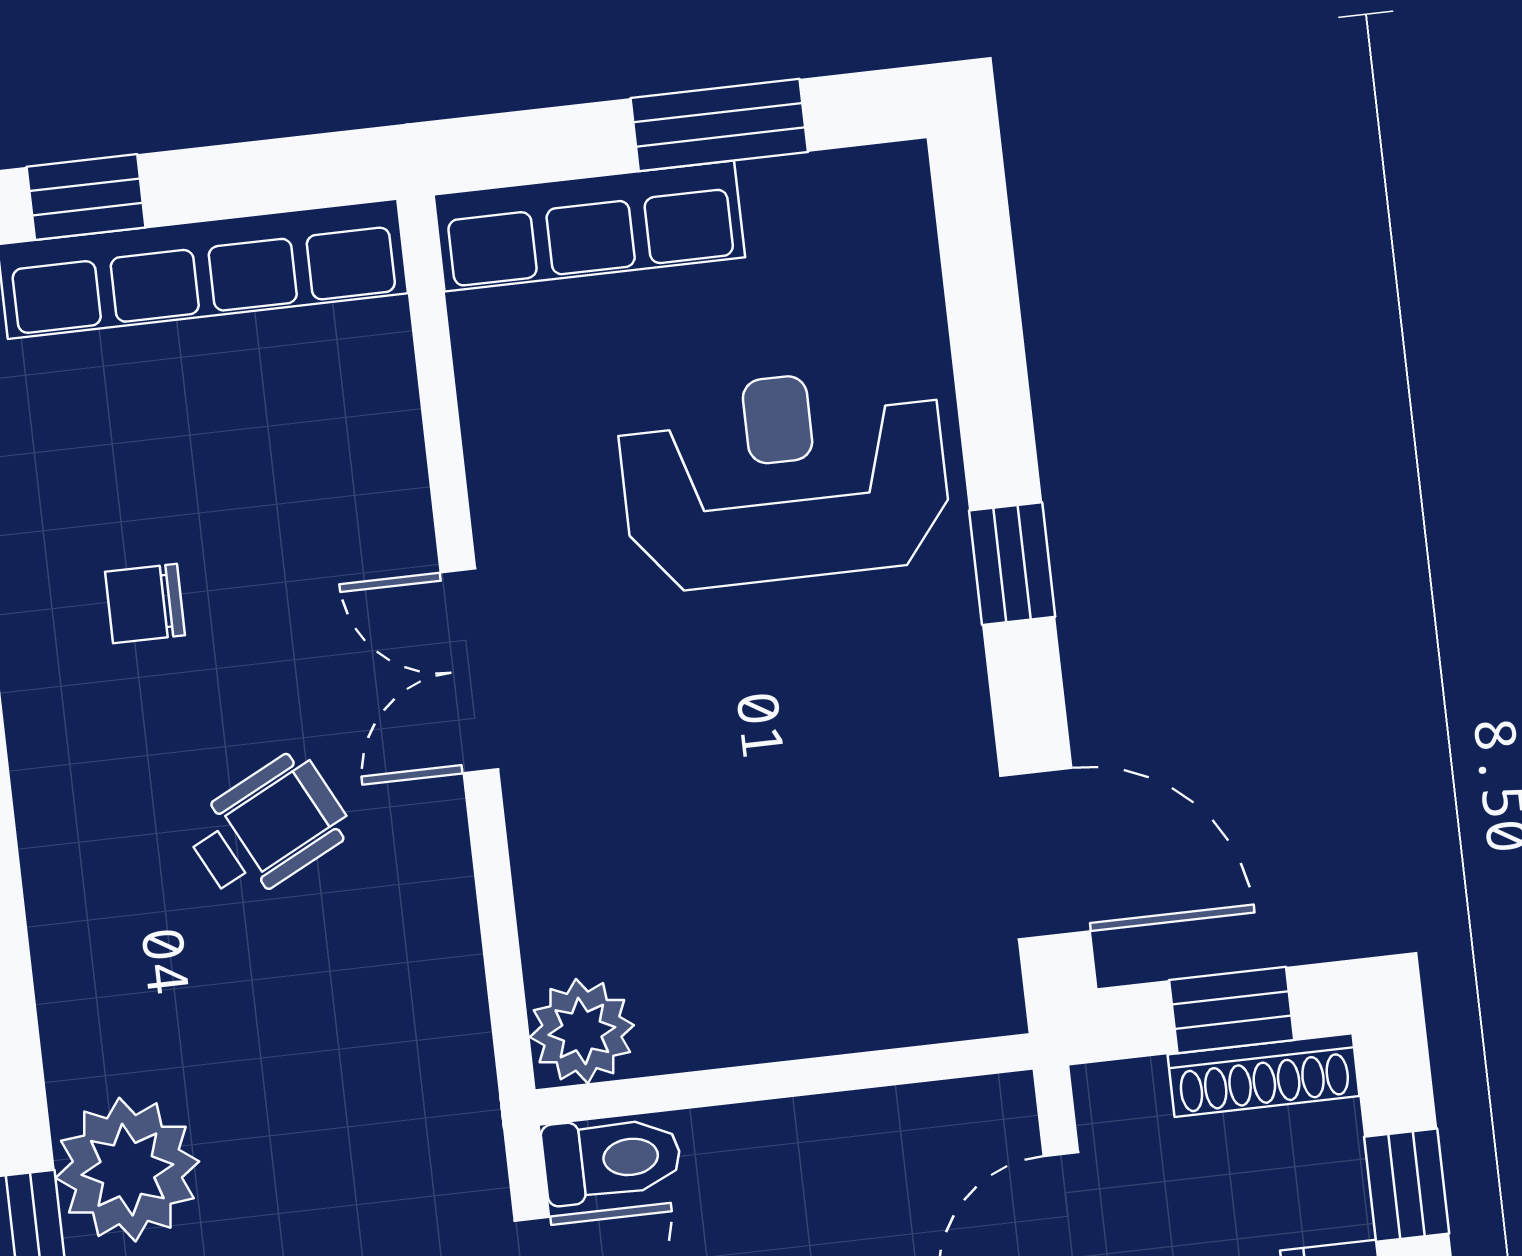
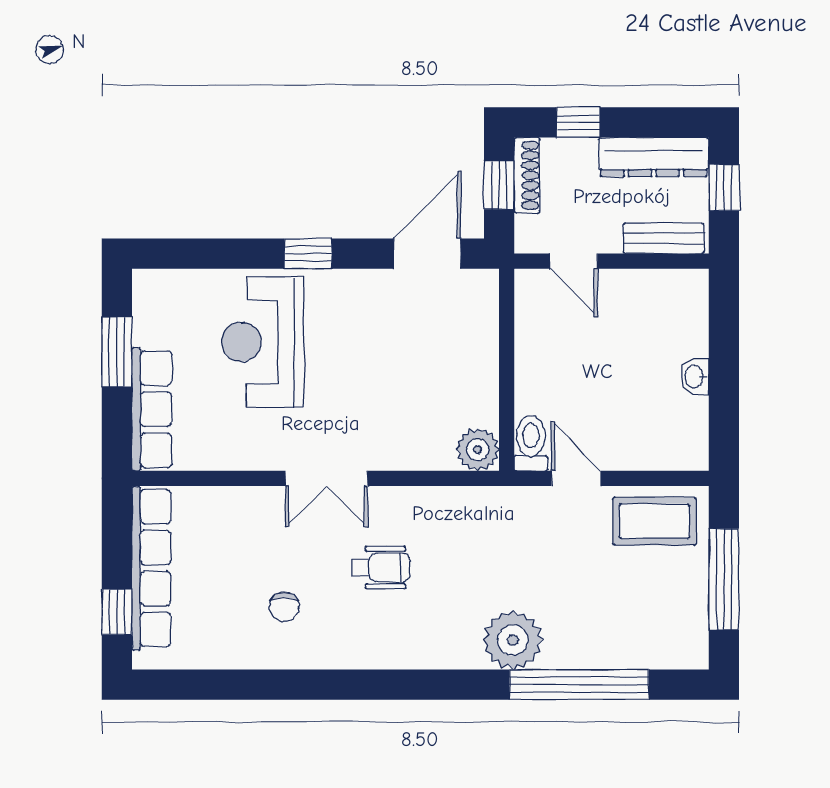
wheelchair: (268, 828) -> (381, 567), turned 117

